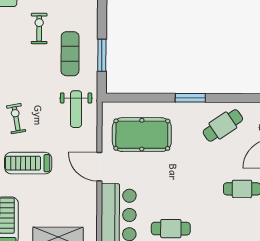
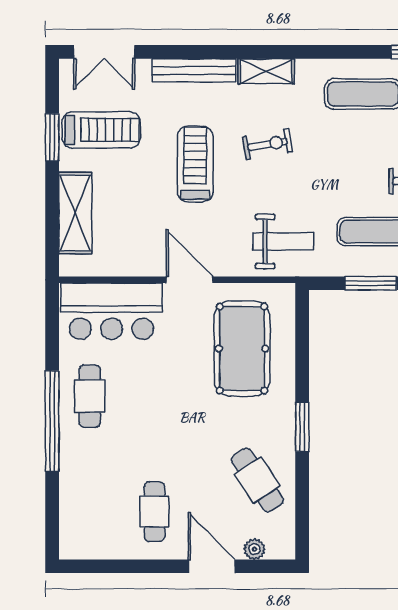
weight bench: (76, 109) -> (283, 241), turned 180
door: (99, 167) -> (190, 280), hinge flipped

